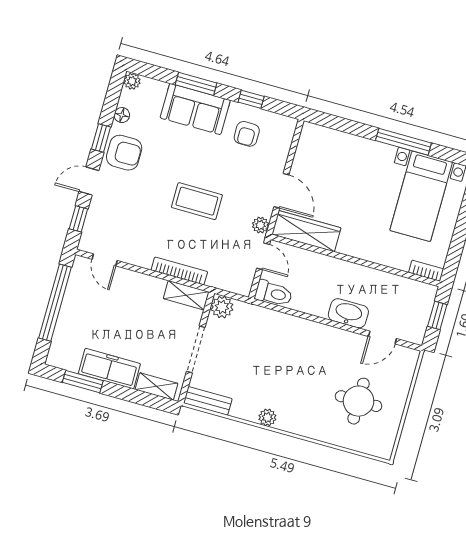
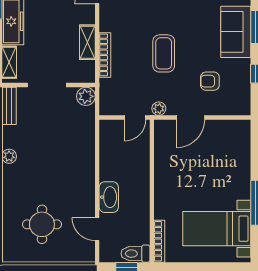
armchair: (247, 134) -> (210, 81), moved
wardrobe: (306, 231) -> (164, 146), removed
bookcase: (426, 271) -> (159, 241), width x1.56
toilet: (274, 293) -> (135, 254), moved, turned 90
shelving: (186, 295) -> (87, 42), moved

